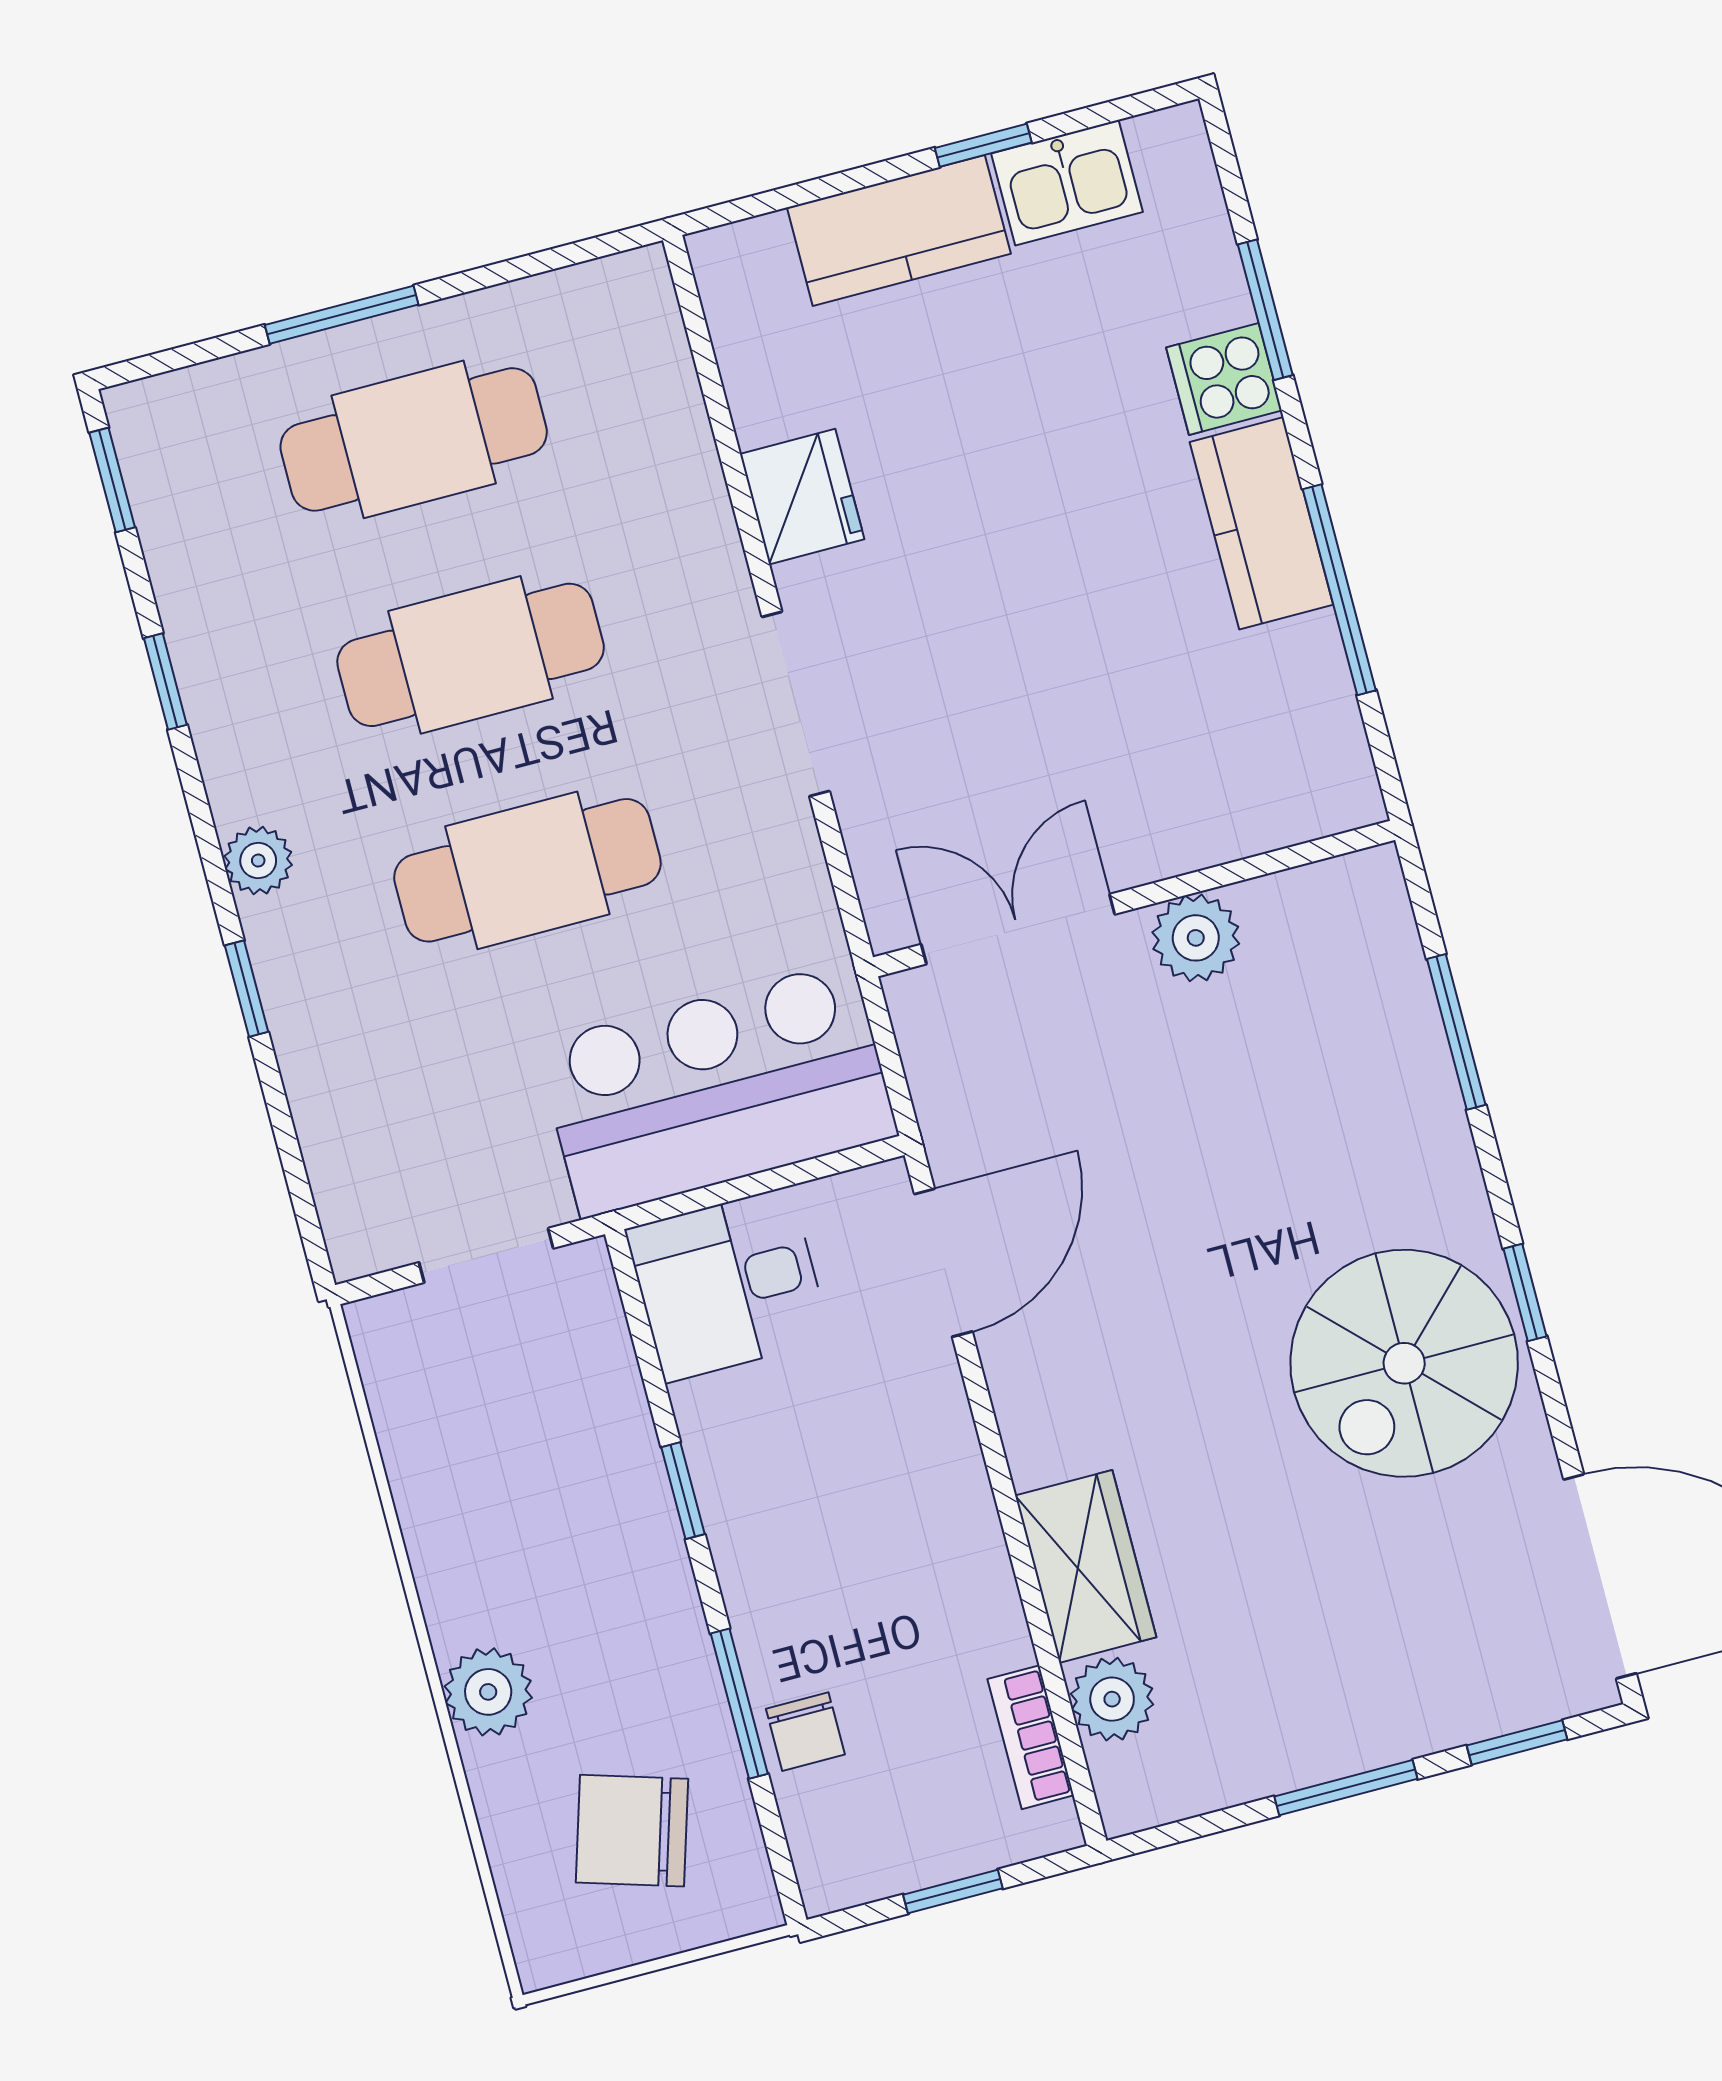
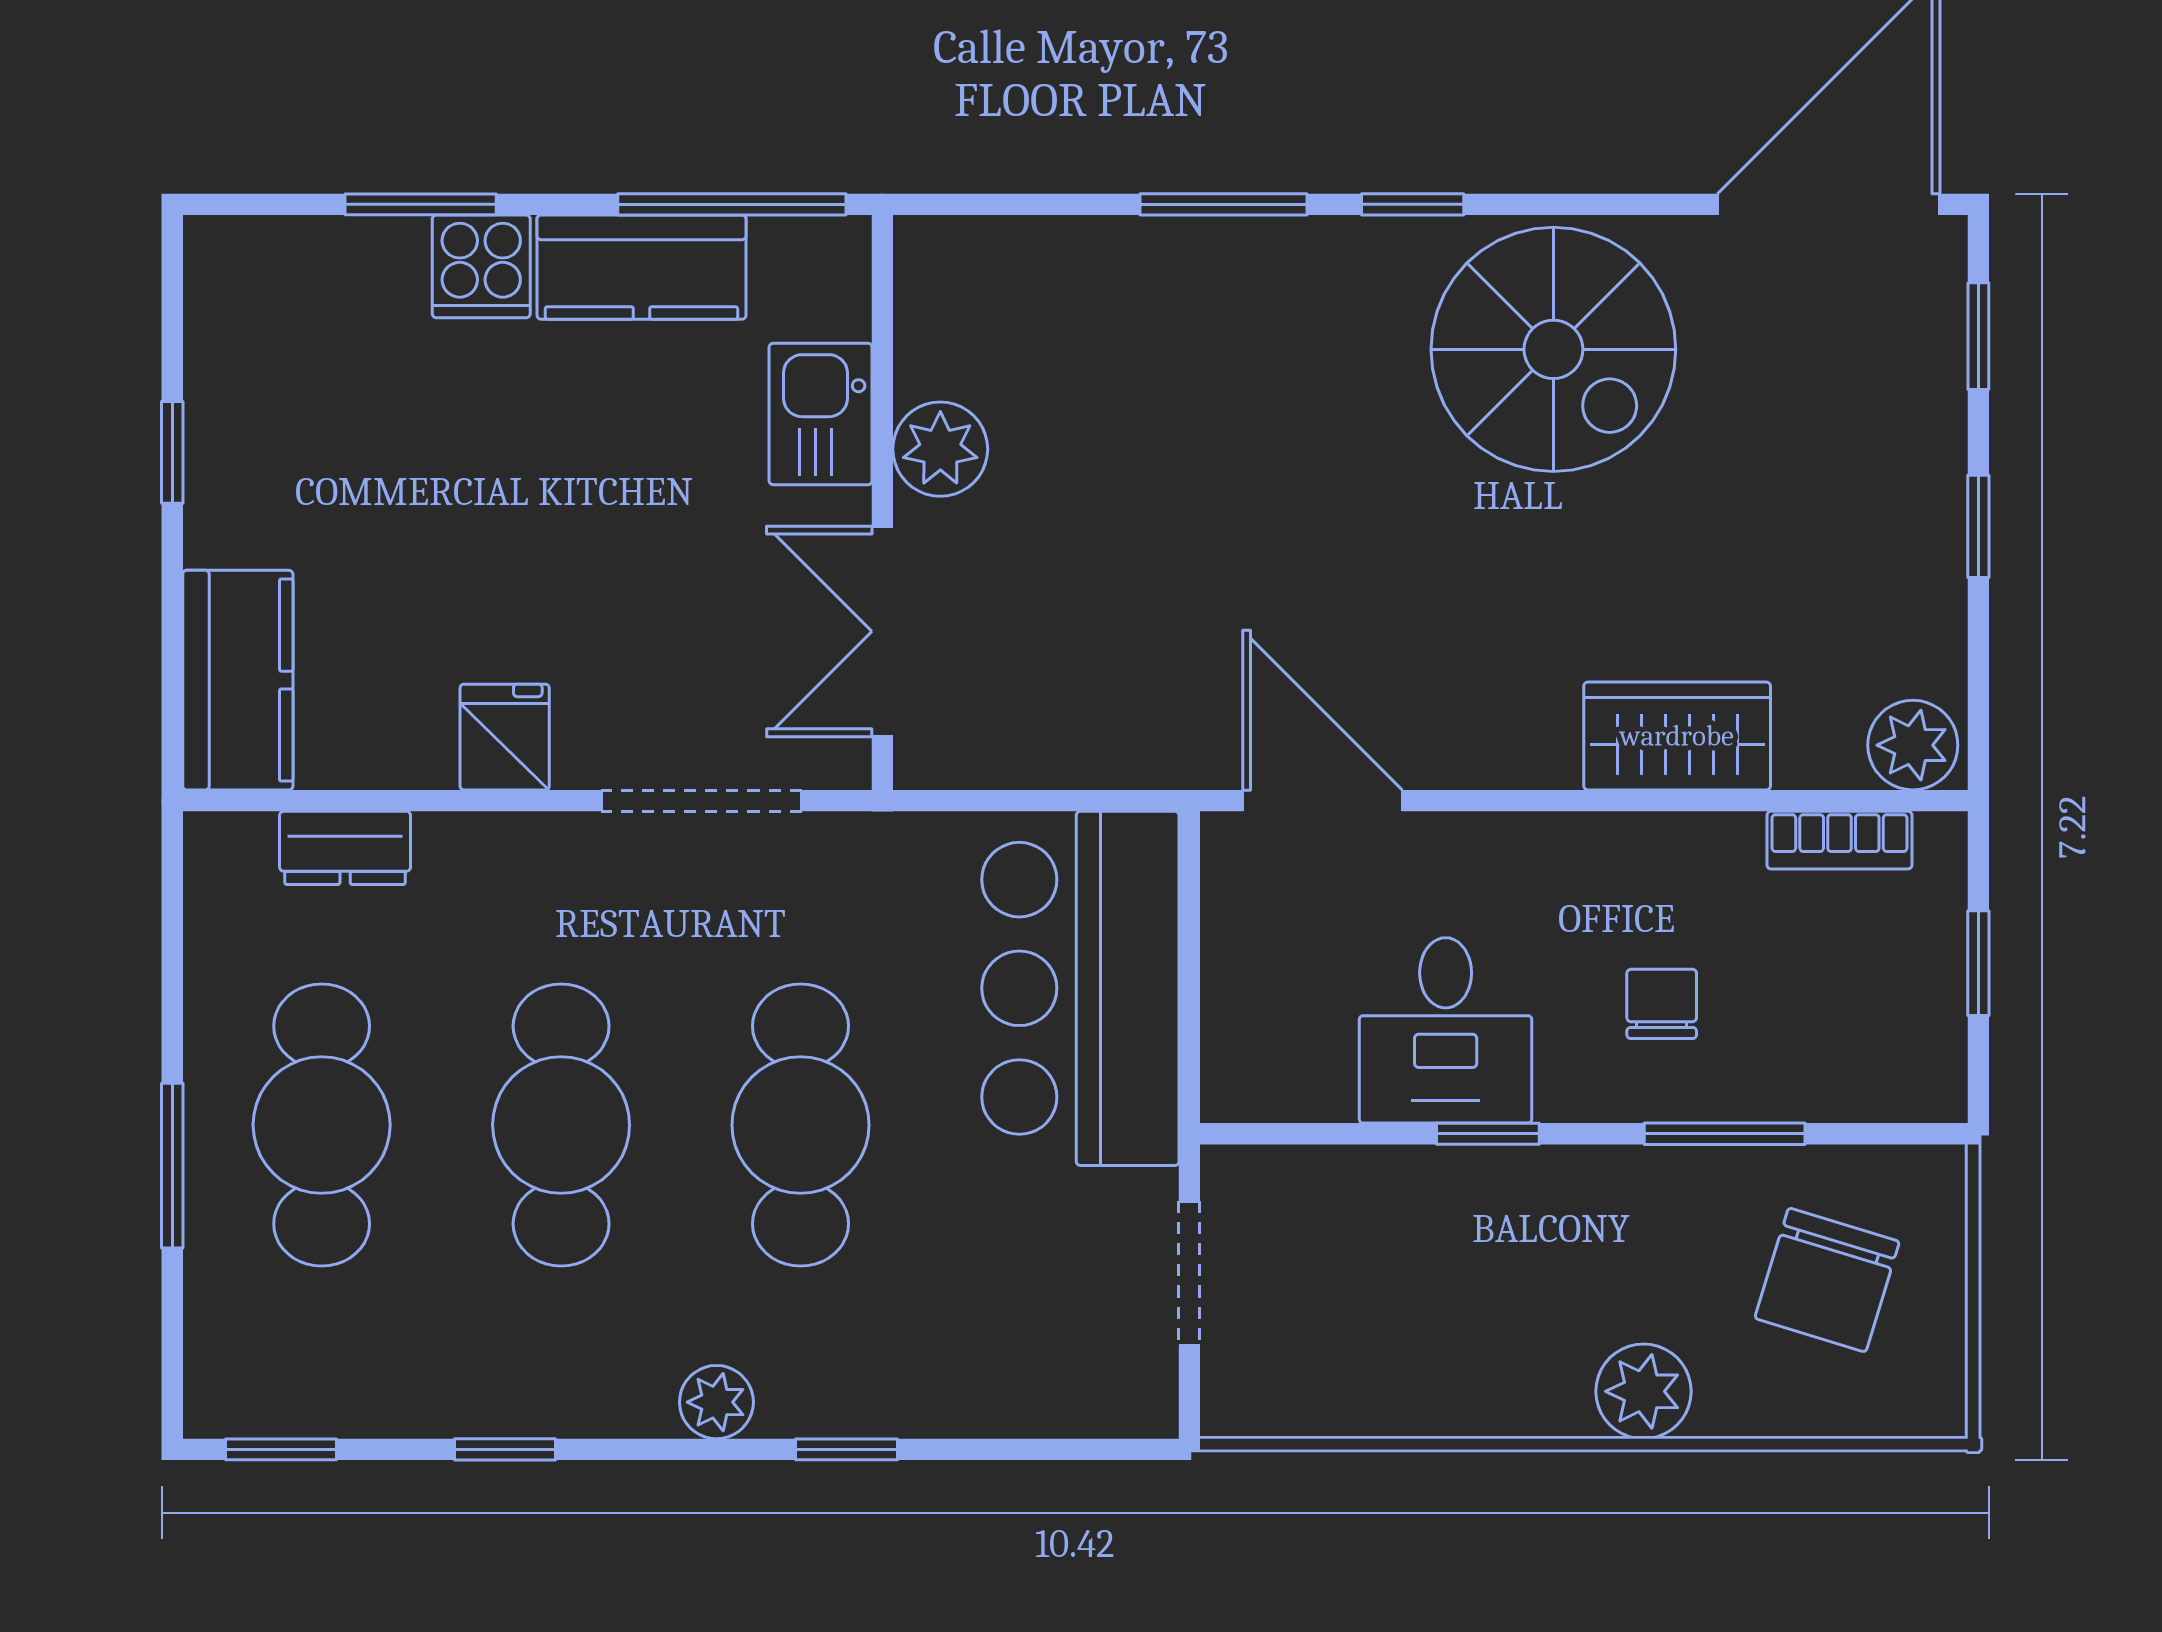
kitchen sink: (1067, 183) -> (821, 414), moved, turned 180
kitchen counter: (899, 231) -> (238, 680), moved
dresser: (669, 395) -> (345, 848), added
fridge: (802, 497) -> (505, 737), width x0.72
wall: (1134, 899) -> (882, 502), moved
double door: (1018, 929) -> (882, 631), moved
plant: (1196, 938) -> (940, 449), moved
desk: (728, 1284) -> (1446, 1030), moved
window: (1525, 1292) -> (1413, 204), moved
plant: (1112, 1699) -> (1913, 745), moved
chair: (805, 1732) -> (1662, 1004), moved, turned -90
window: (1346, 1788) -> (1978, 526), width x0.67

